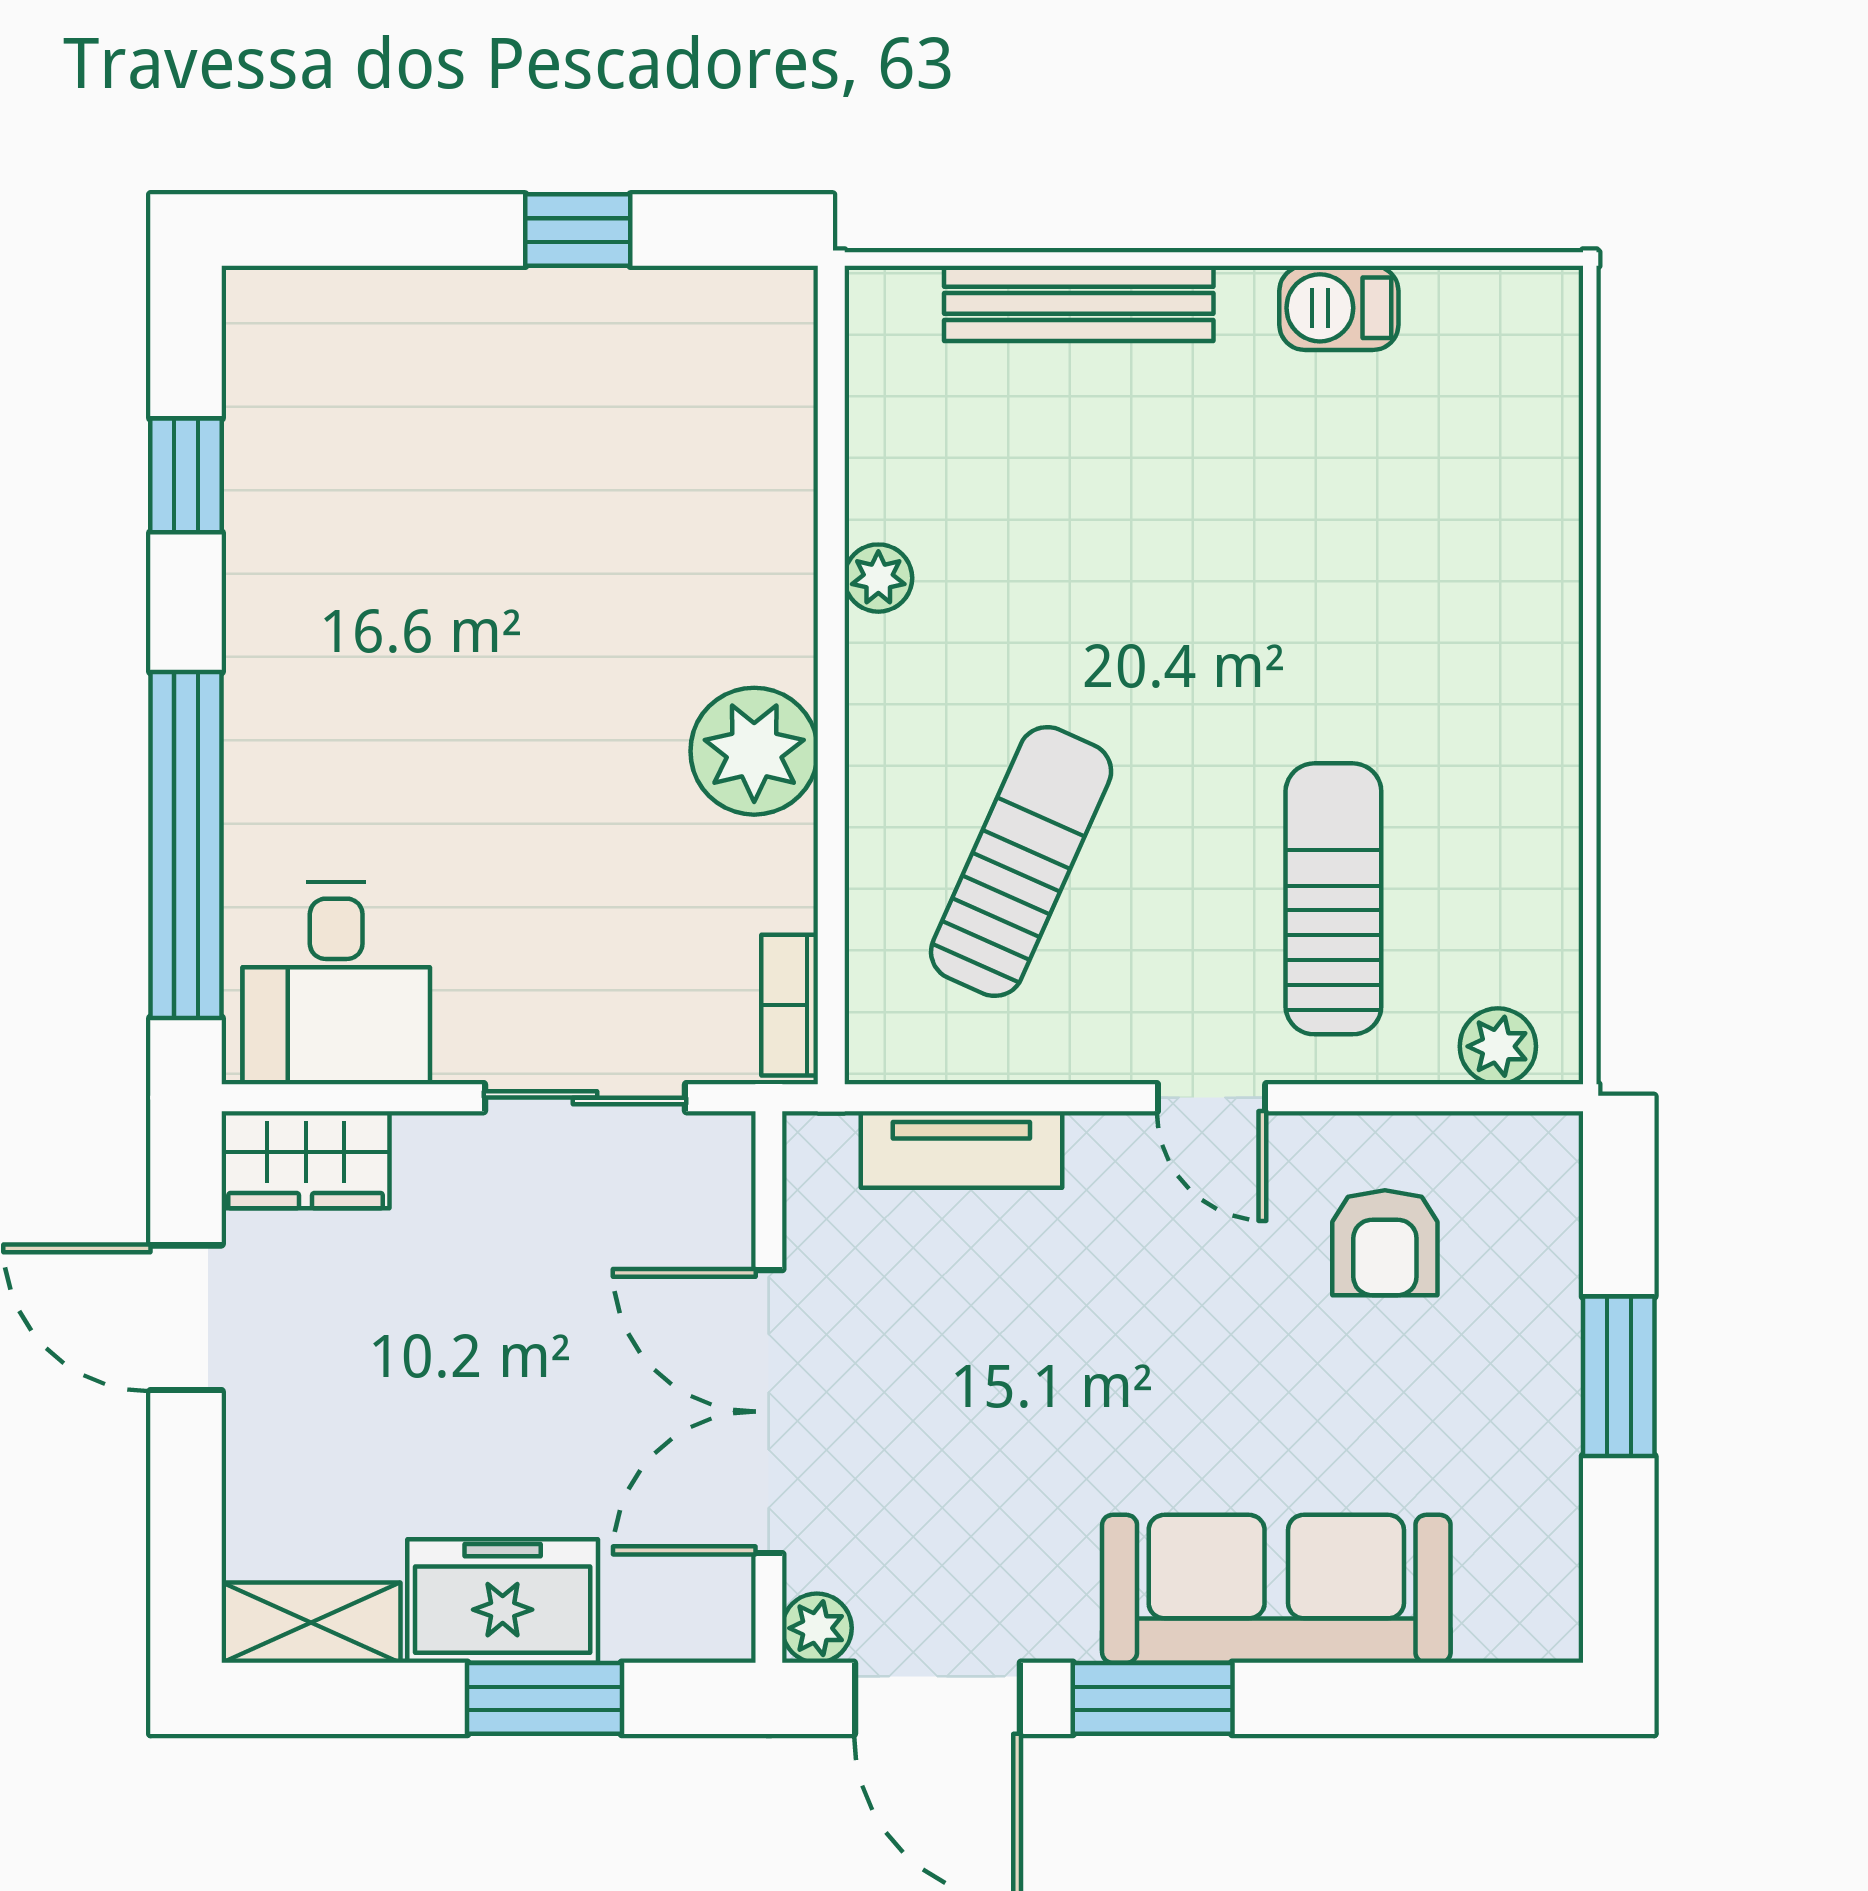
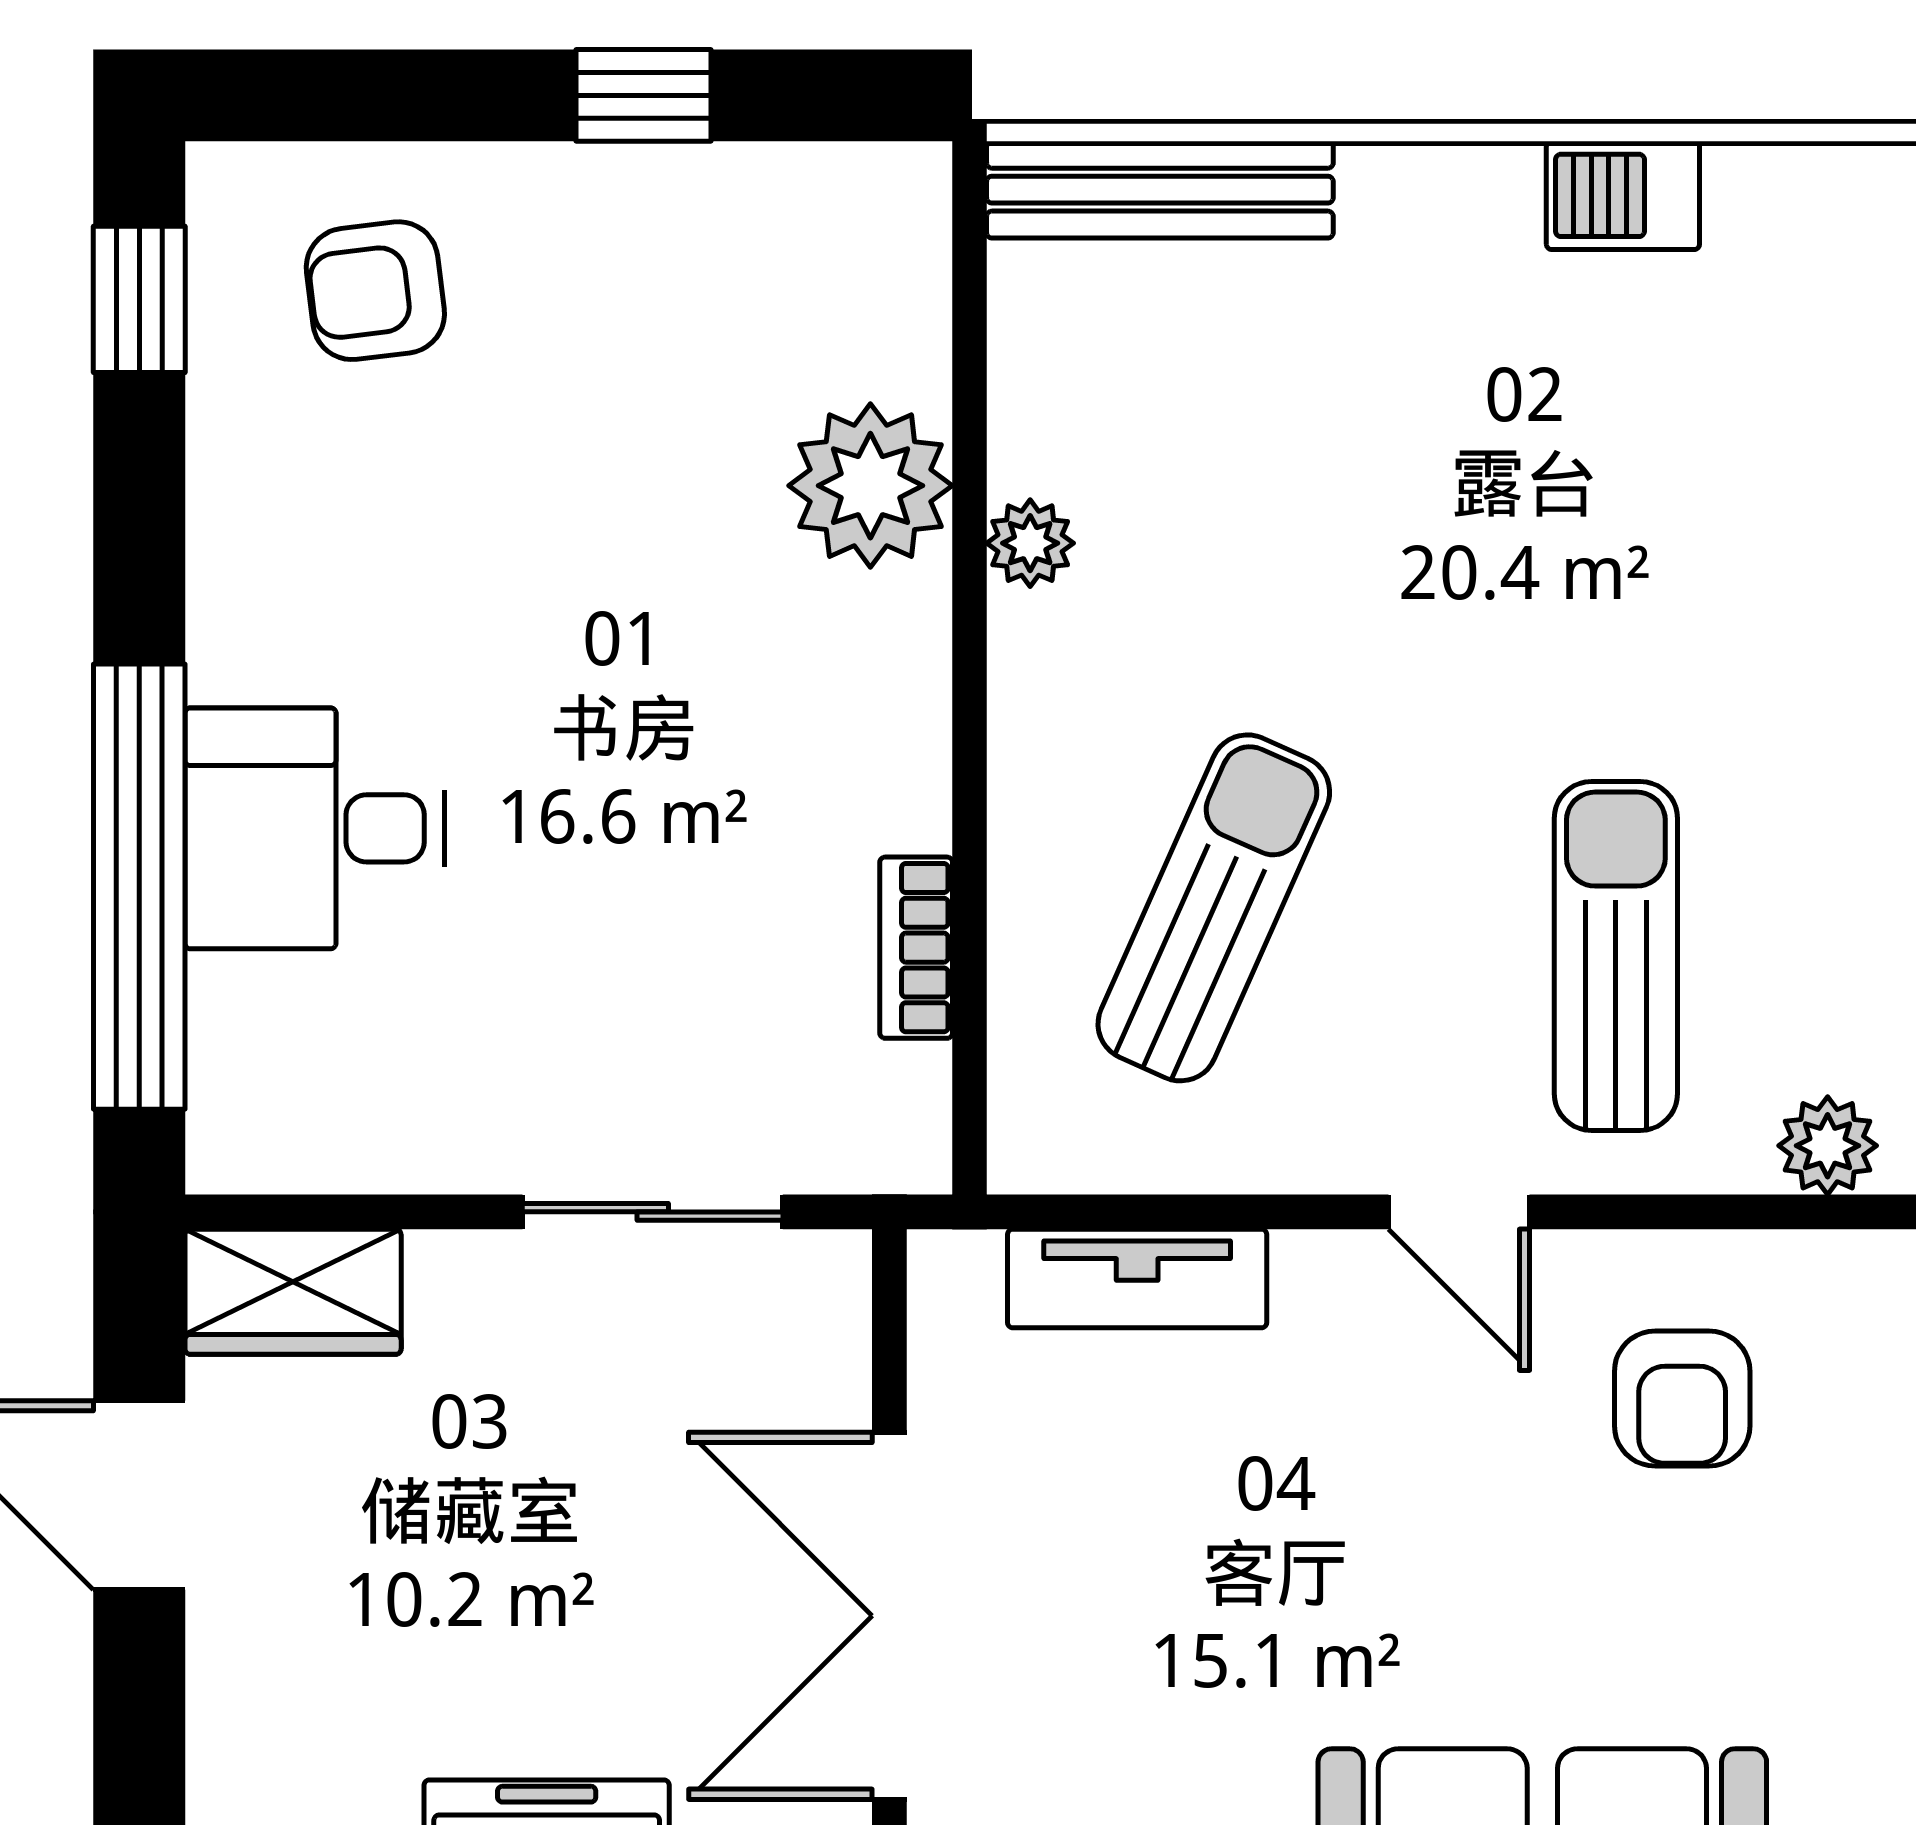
bench: (1079, 303) -> (1160, 190), moved
armchair: (369, 382) -> (375, 291), added
window: (186, 475) -> (139, 299), moved
plant: (754, 751) -> (870, 486), moved
desk: (336, 983) -> (315, 828), moved, turned 90
bookcase: (790, 1005) -> (916, 948), moved

